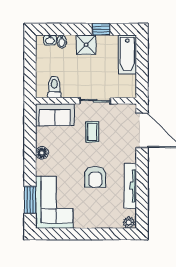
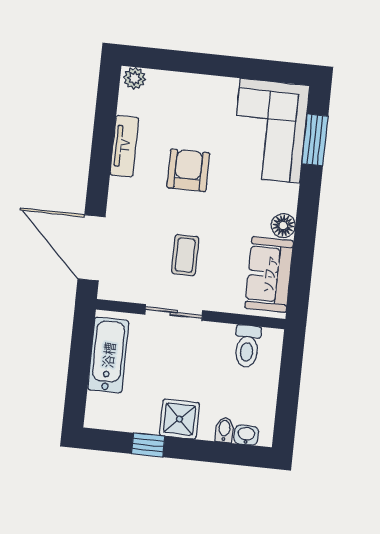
bathtub: (127, 55) -> (108, 355), moved
sofa: (55, 115) -> (269, 274), moved, turned -90
tv unit: (130, 186) -> (124, 146), width x0.71

